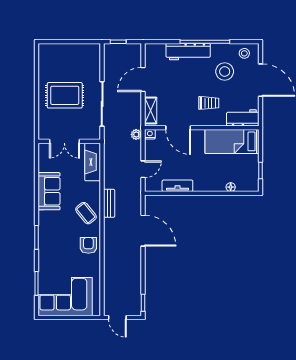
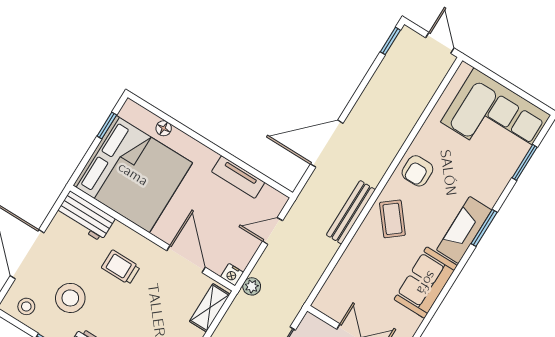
bed: (232, 141) -> (133, 174), width x2.04
fireplace: (93, 162) -> (464, 230), moved, turned 180
bench: (109, 203) -> (351, 212), width x1.36
door: (143, 231) -> (327, 144), hinge flipped

